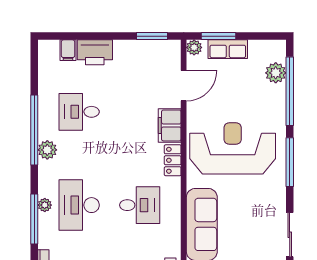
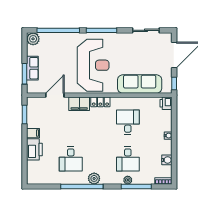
plant: (194, 47) -> (31, 89), removed
filing cabinet: (68, 50) -> (33, 133), moved
plant: (276, 73) -> (33, 39), moved
door: (184, 86) -> (55, 95), hinge flipped
reception desk: (233, 148) -> (93, 65), turned 180
desk: (79, 205) -> (128, 159), width x0.73

